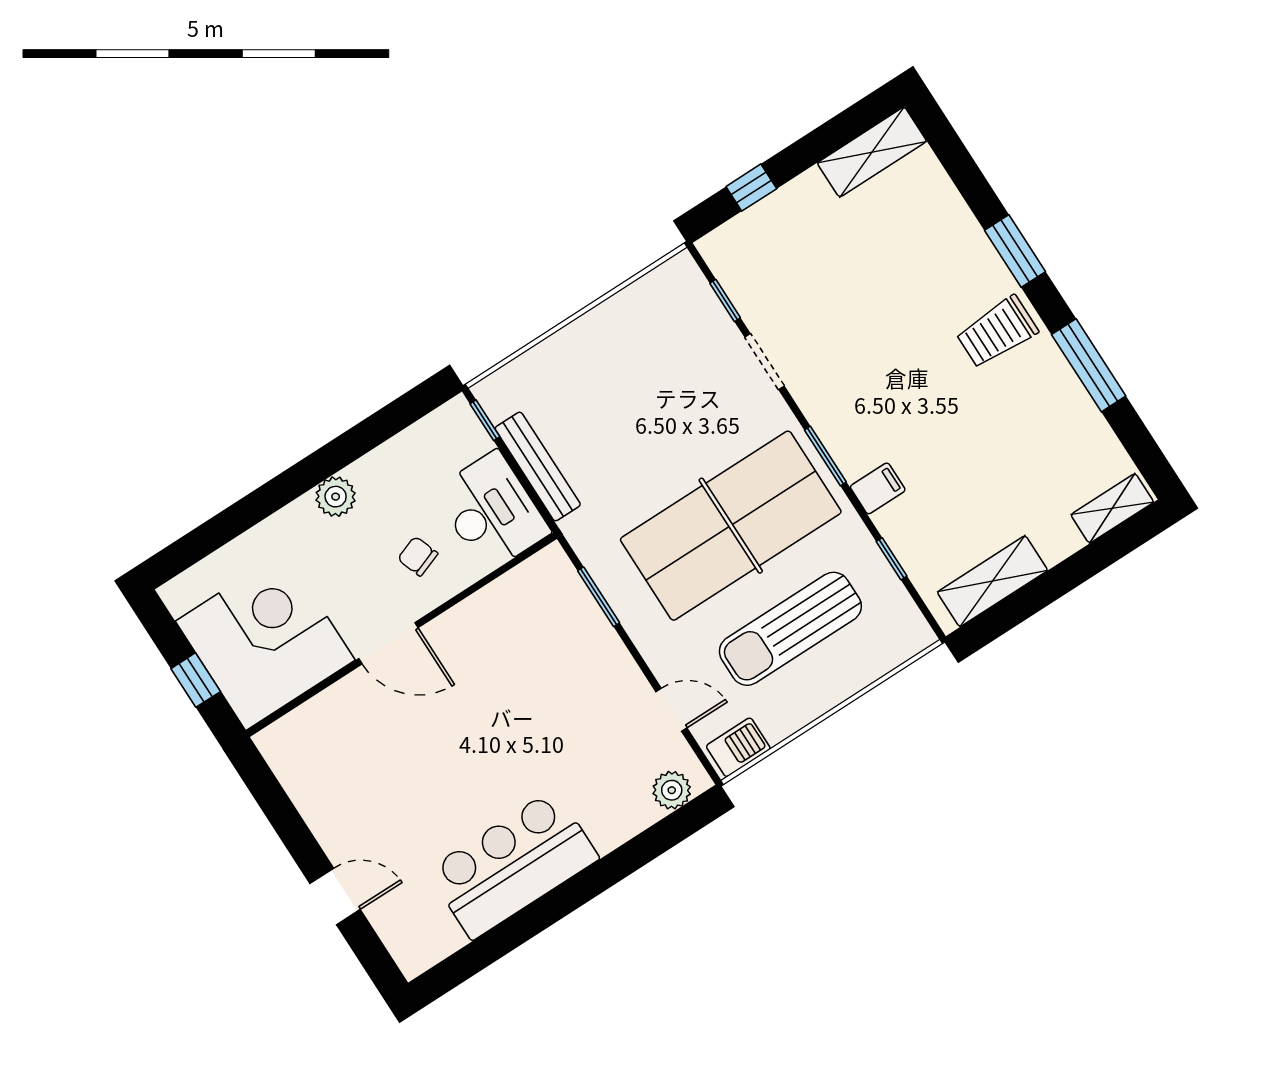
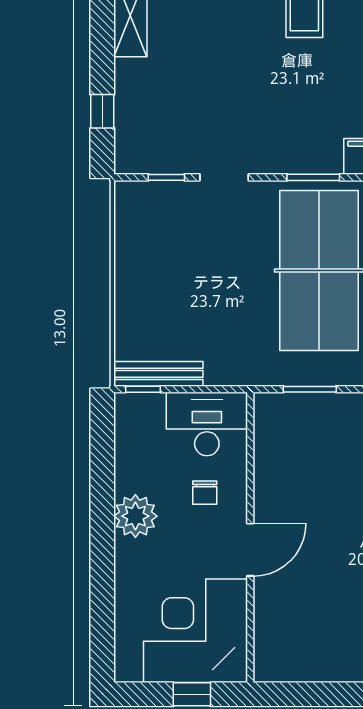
bench: (538, 466) -> (158, 374), moved
plant: (336, 497) -> (135, 516), width x1.36, depth x1.36
chair: (418, 556) -> (205, 493), turned -70

